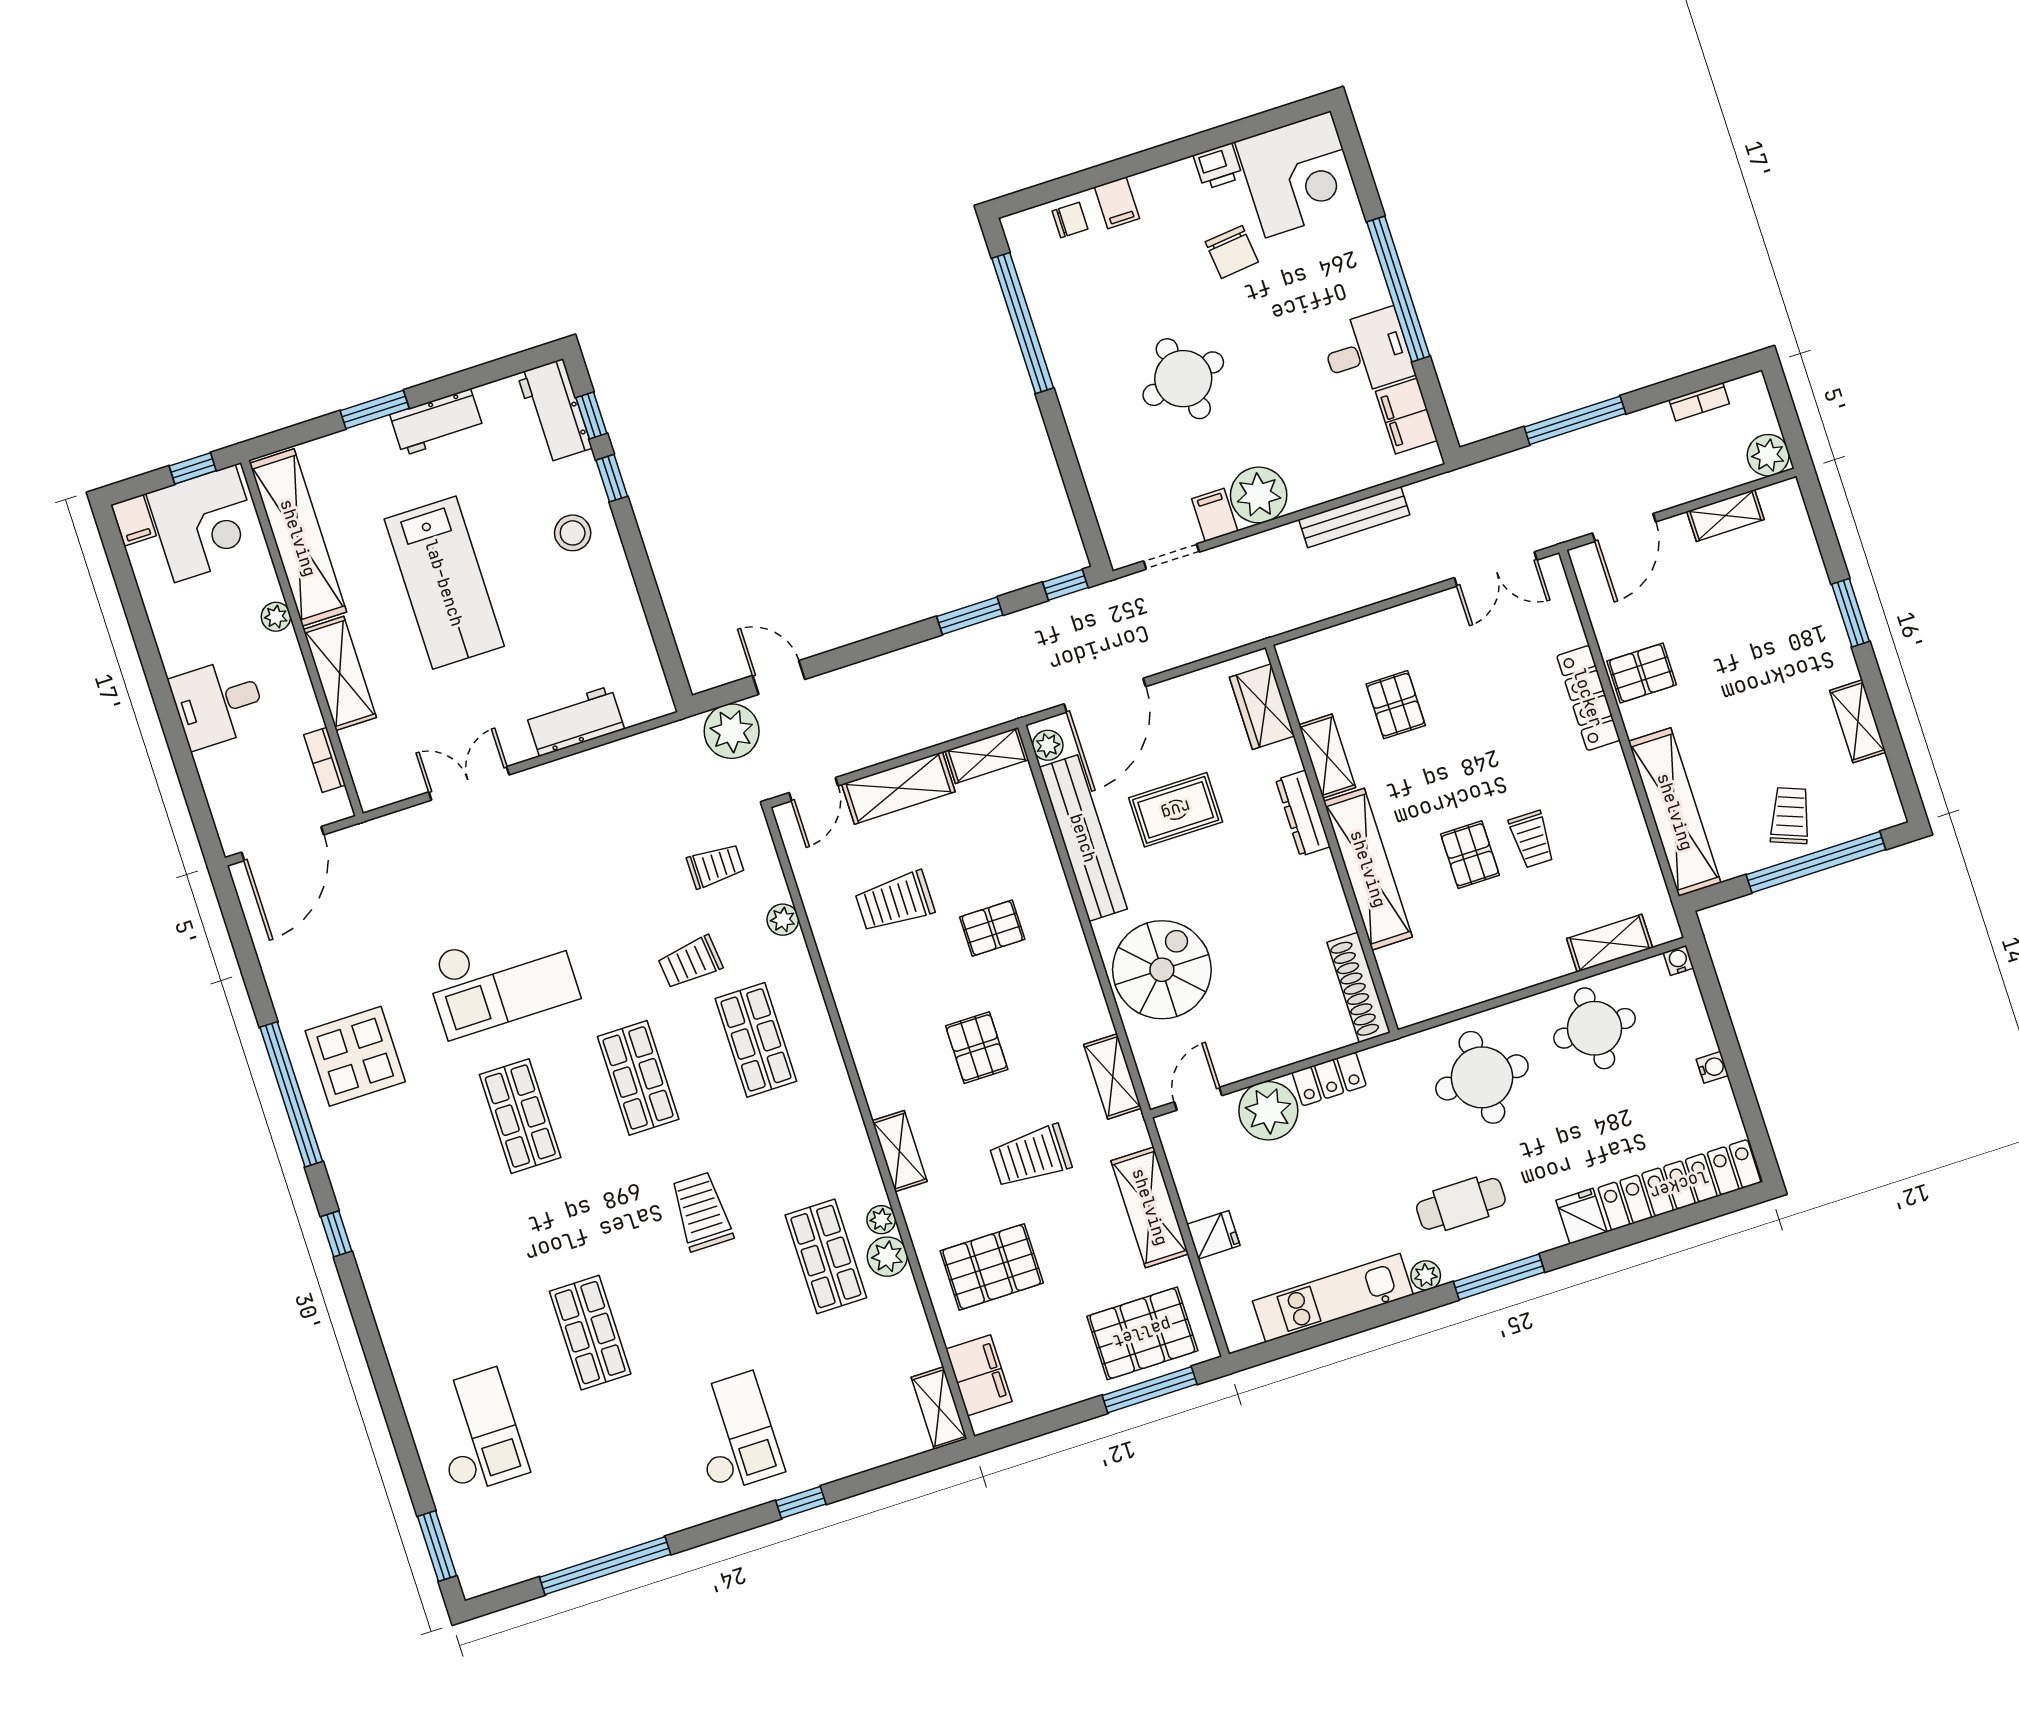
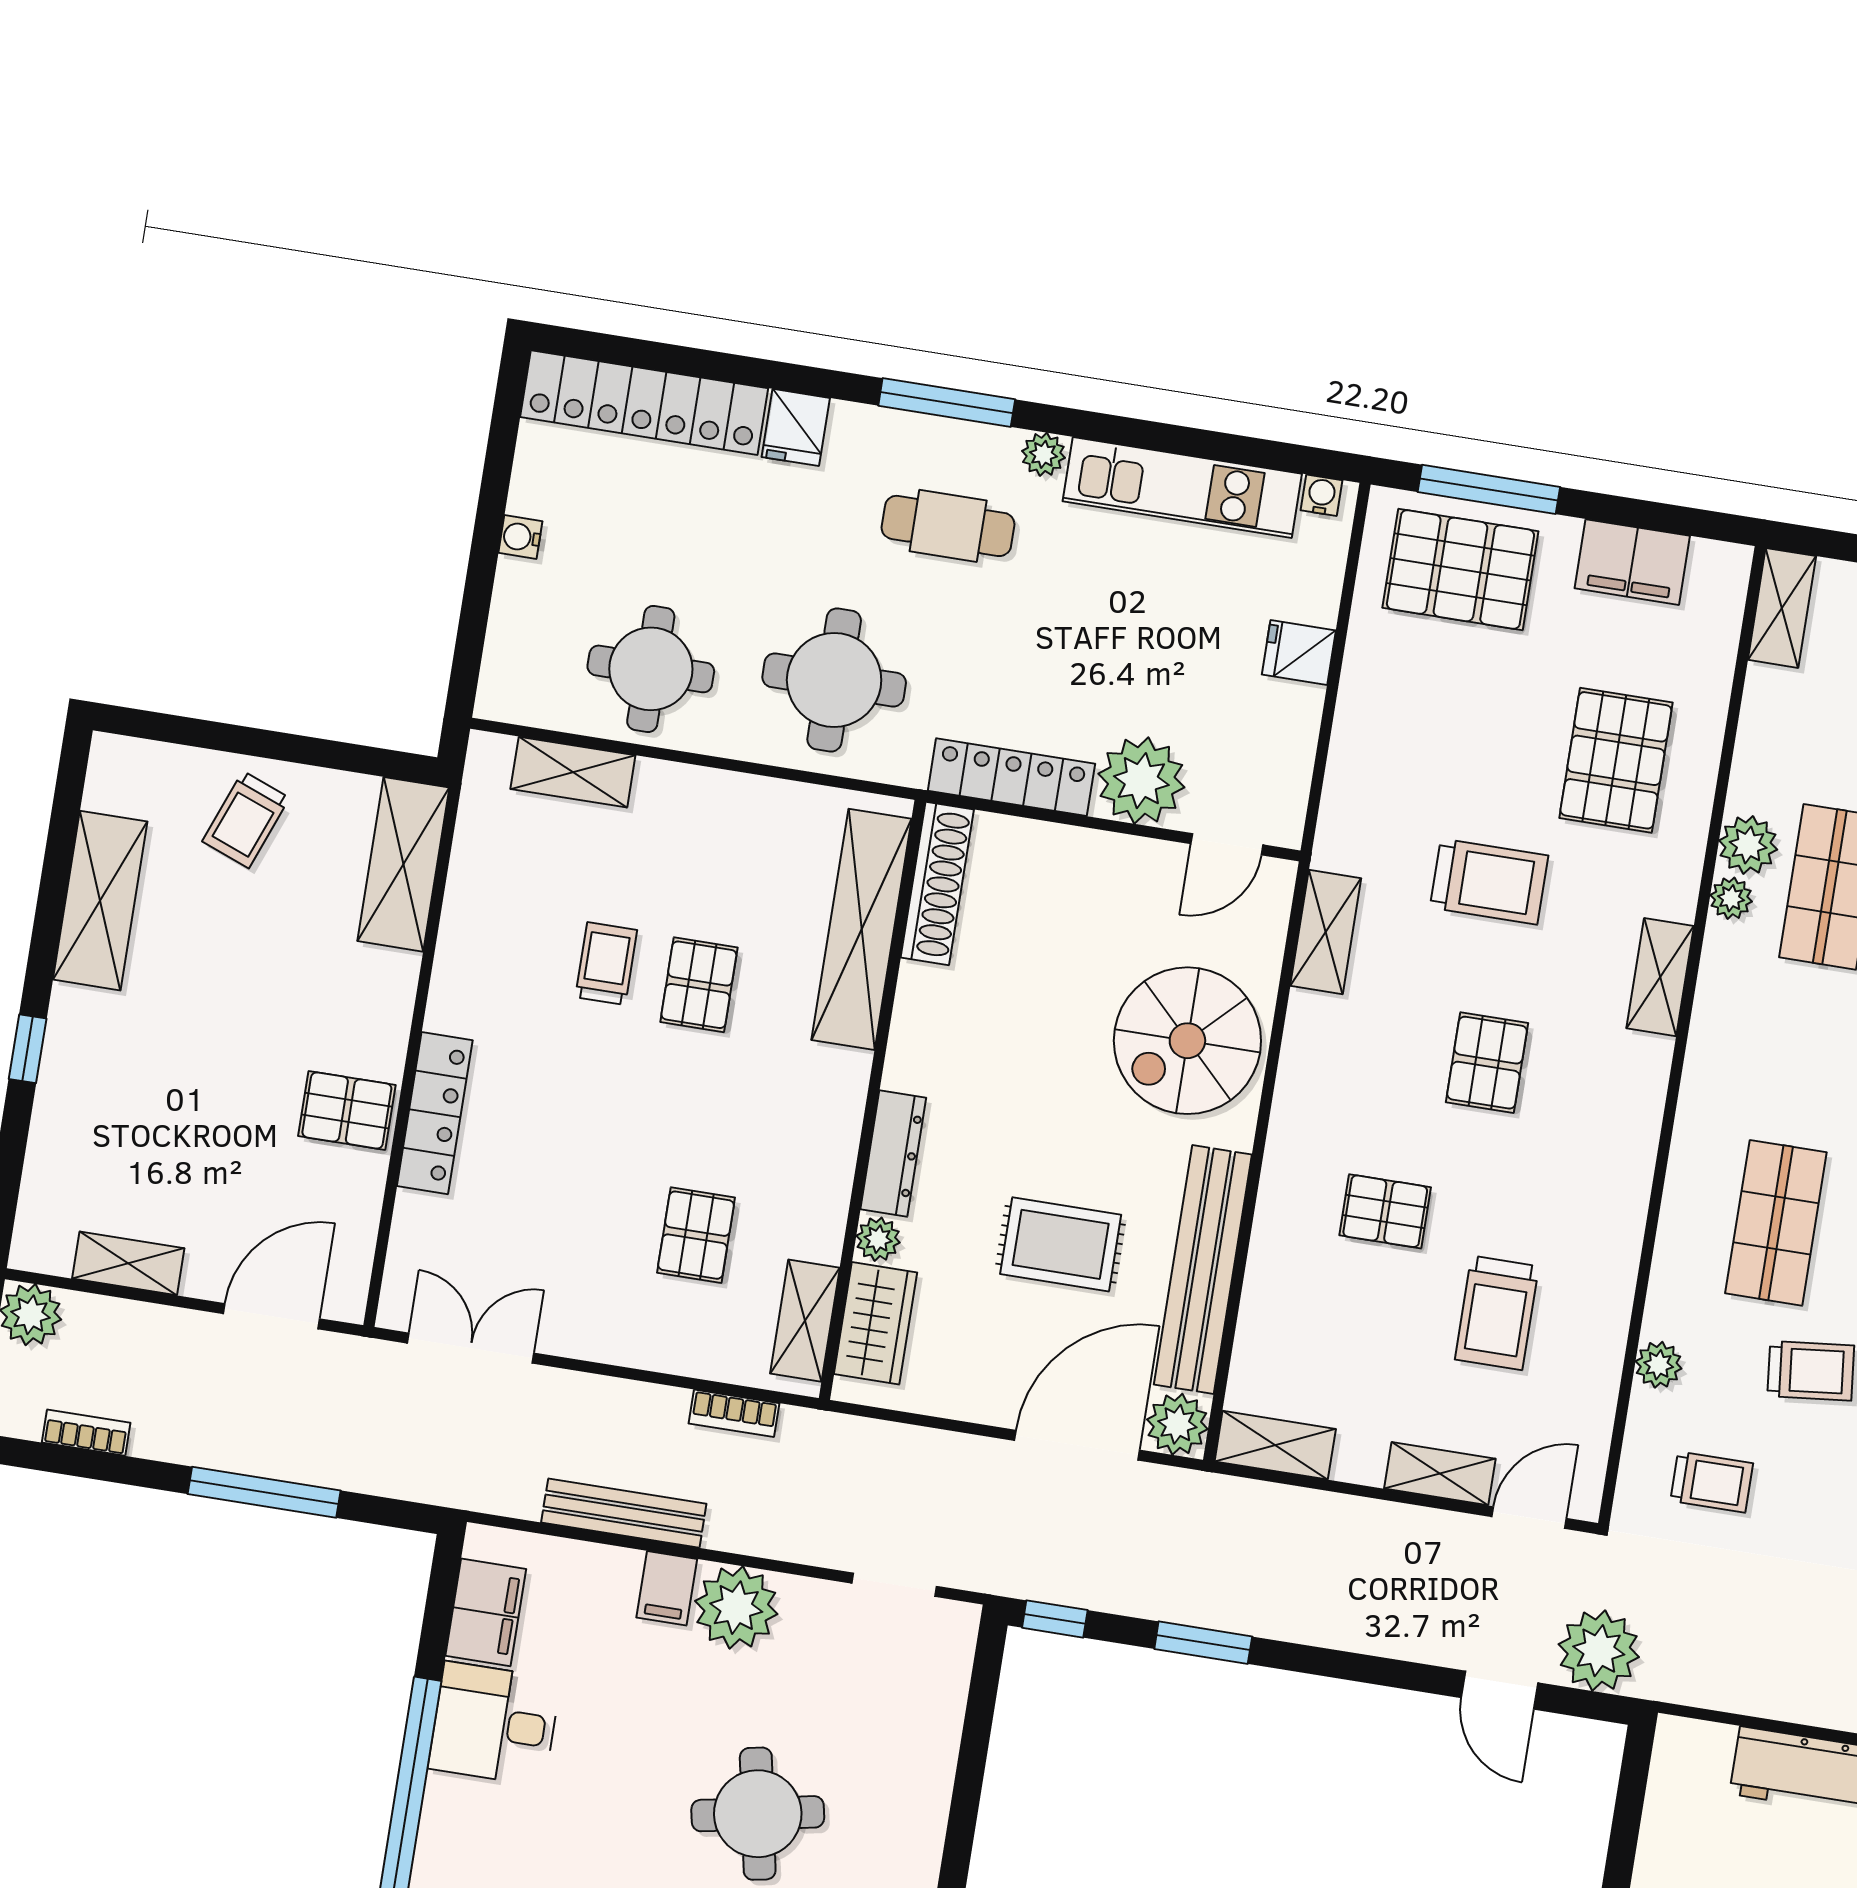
filing cabinet: (1215, 515) -> (667, 1588), moved
bookcase: (1319, 610) -> (734, 1413), added
window: (1851, 613) -> (28, 1049), width x0.67
shelving: (1858, 721) -> (100, 901), width x1.50, depth x1.33
plant: (1048, 745) -> (1177, 1424), width x1.38, depth x1.38
shelving: (1327, 756) -> (805, 1321), moved
plant: (1286, 758) -> (878, 1239), added
shelving: (898, 788) -> (1440, 1474), width x0.67, depth x0.75
shelving: (1675, 812) -> (403, 864), width x0.68
window: (1816, 862) -> (243, 740), removed
trolley: (716, 866) -> (1712, 1482), turned 180
shelving: (1368, 869) -> (862, 929), moved
trolley: (895, 901) -> (1497, 1313), turned 90
water cooler: (1678, 960) -> (1322, 495), moved, turned 180
locker: (1329, 1079) -> (1011, 777), width x1.53
shelving: (1150, 1207) -> (1365, 732), removed
pallet: (992, 1267) -> (1616, 760), turned 90
filing cabinet: (979, 1375) -> (1632, 562), moved, turned -90

